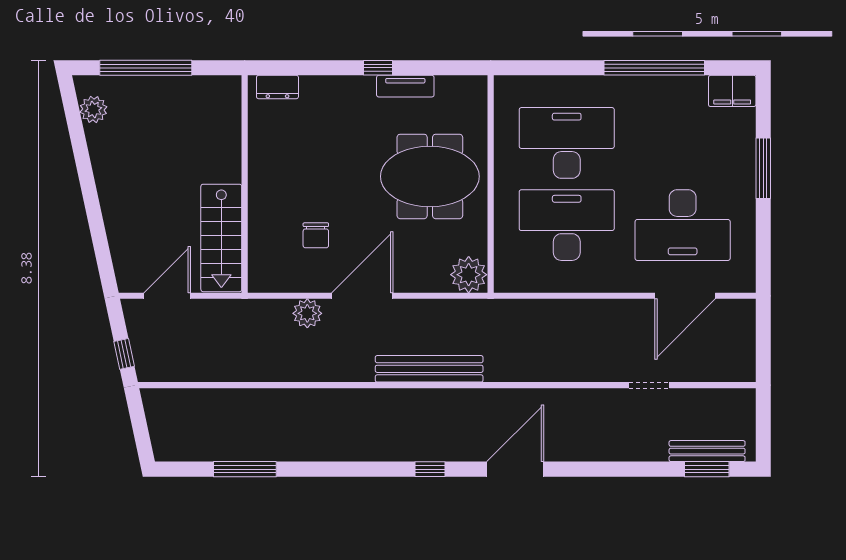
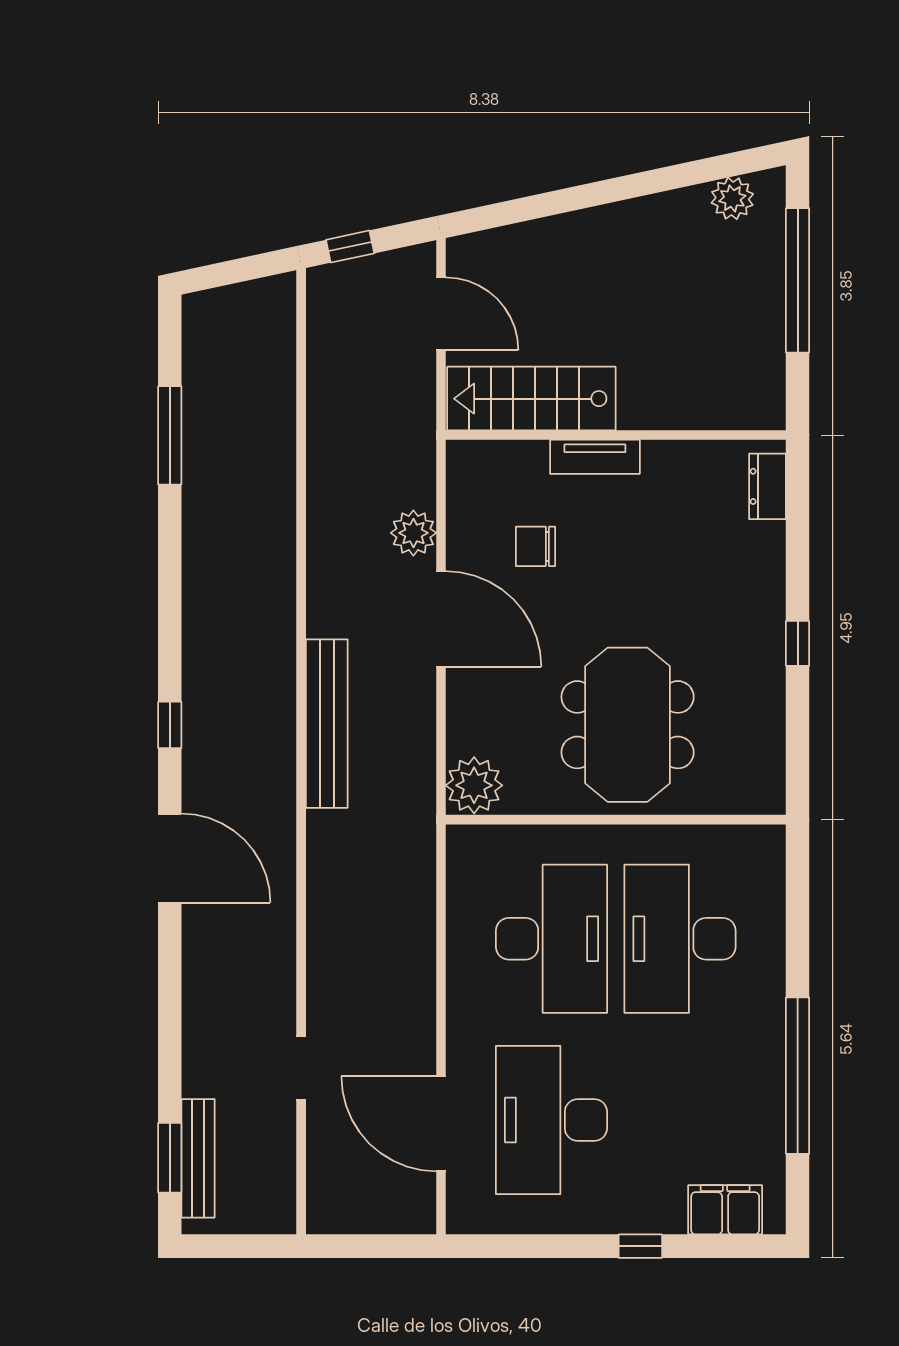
tv unit: (405, 86) -> (595, 457), moved, turned -90
filing cabinet: (732, 91) -> (725, 1210), moved, turned 90
desk: (567, 143) -> (680, 939), turned 180
window: (763, 168) -> (640, 1246), width x0.46

